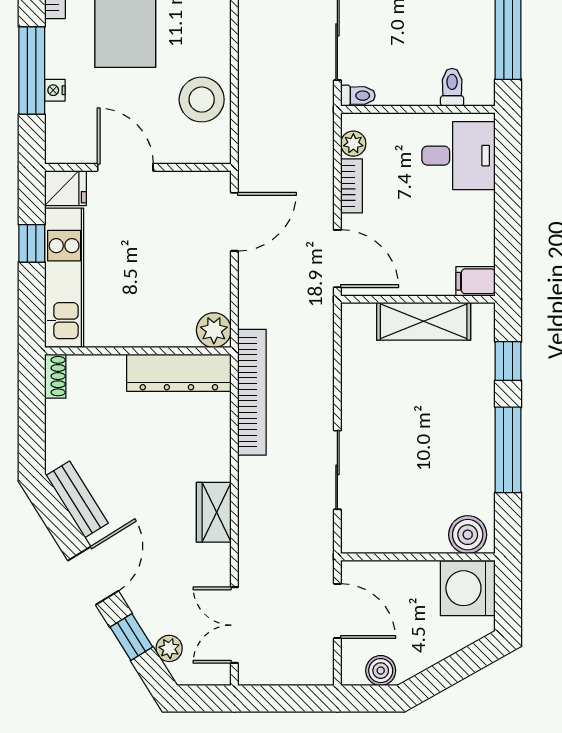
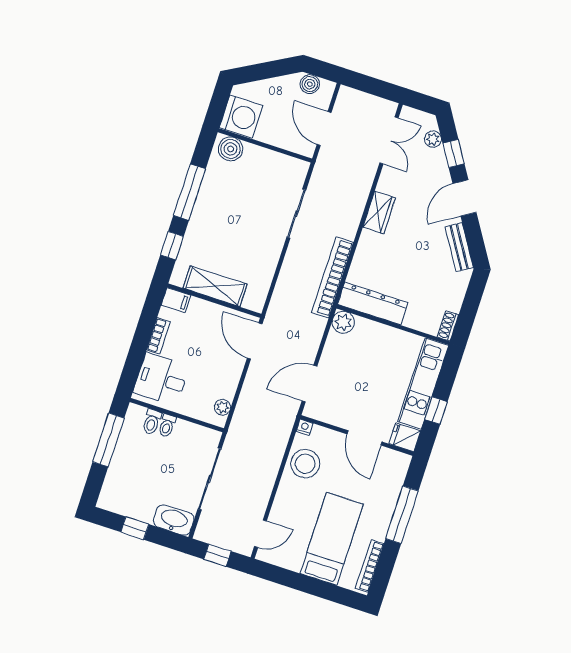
nightstand: (55, 90) -> (305, 427), moved, turned -90
toilet: (358, 96) -> (167, 426), moved, turned -90
bookcase: (352, 186) -> (158, 336), moved, turned 180

